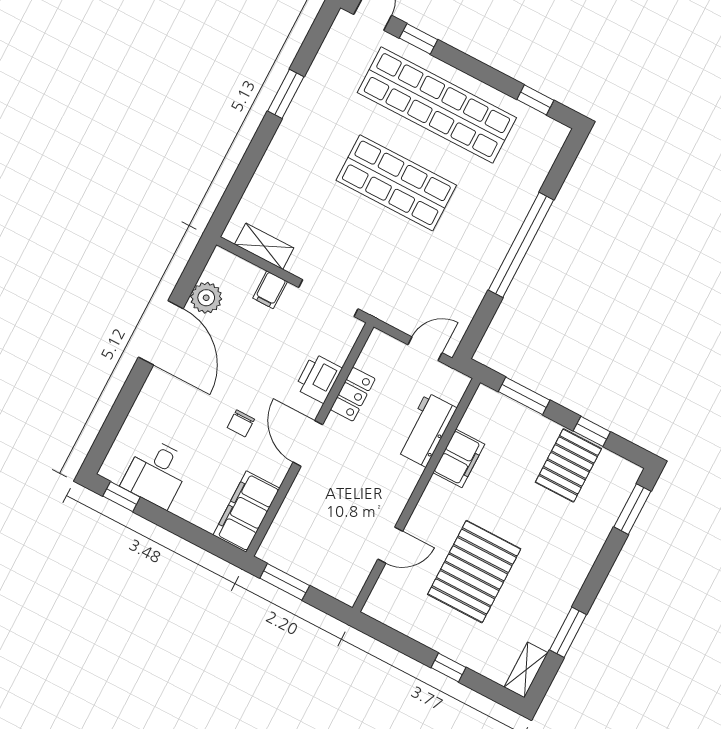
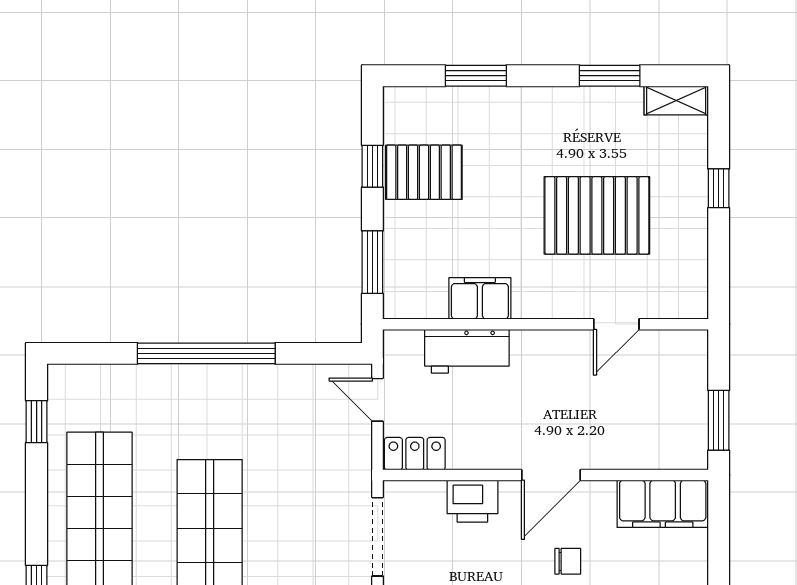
locker: (353, 394) -> (415, 454), moved
window: (632, 509) -> (476, 76), moved
door: (390, 545) -> (616, 324), swing flipped

